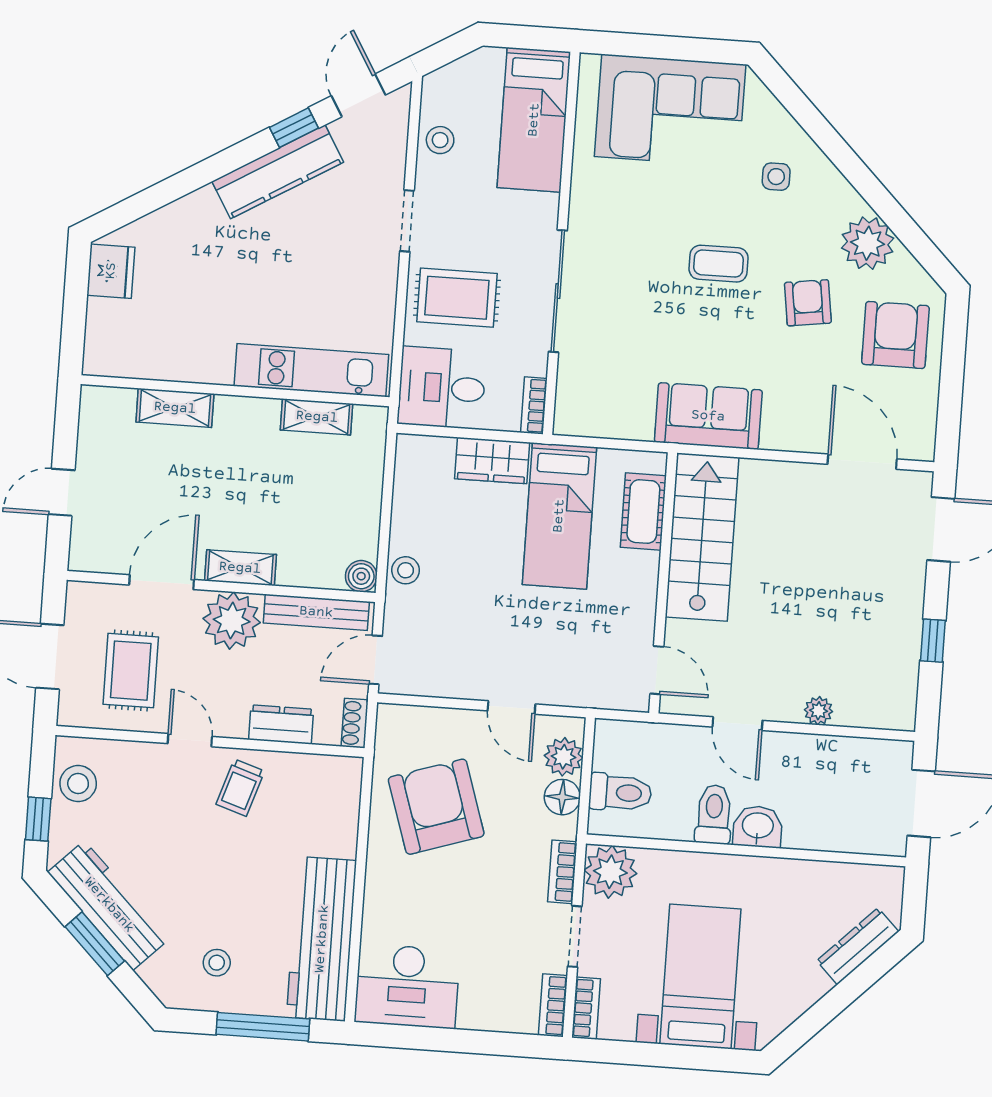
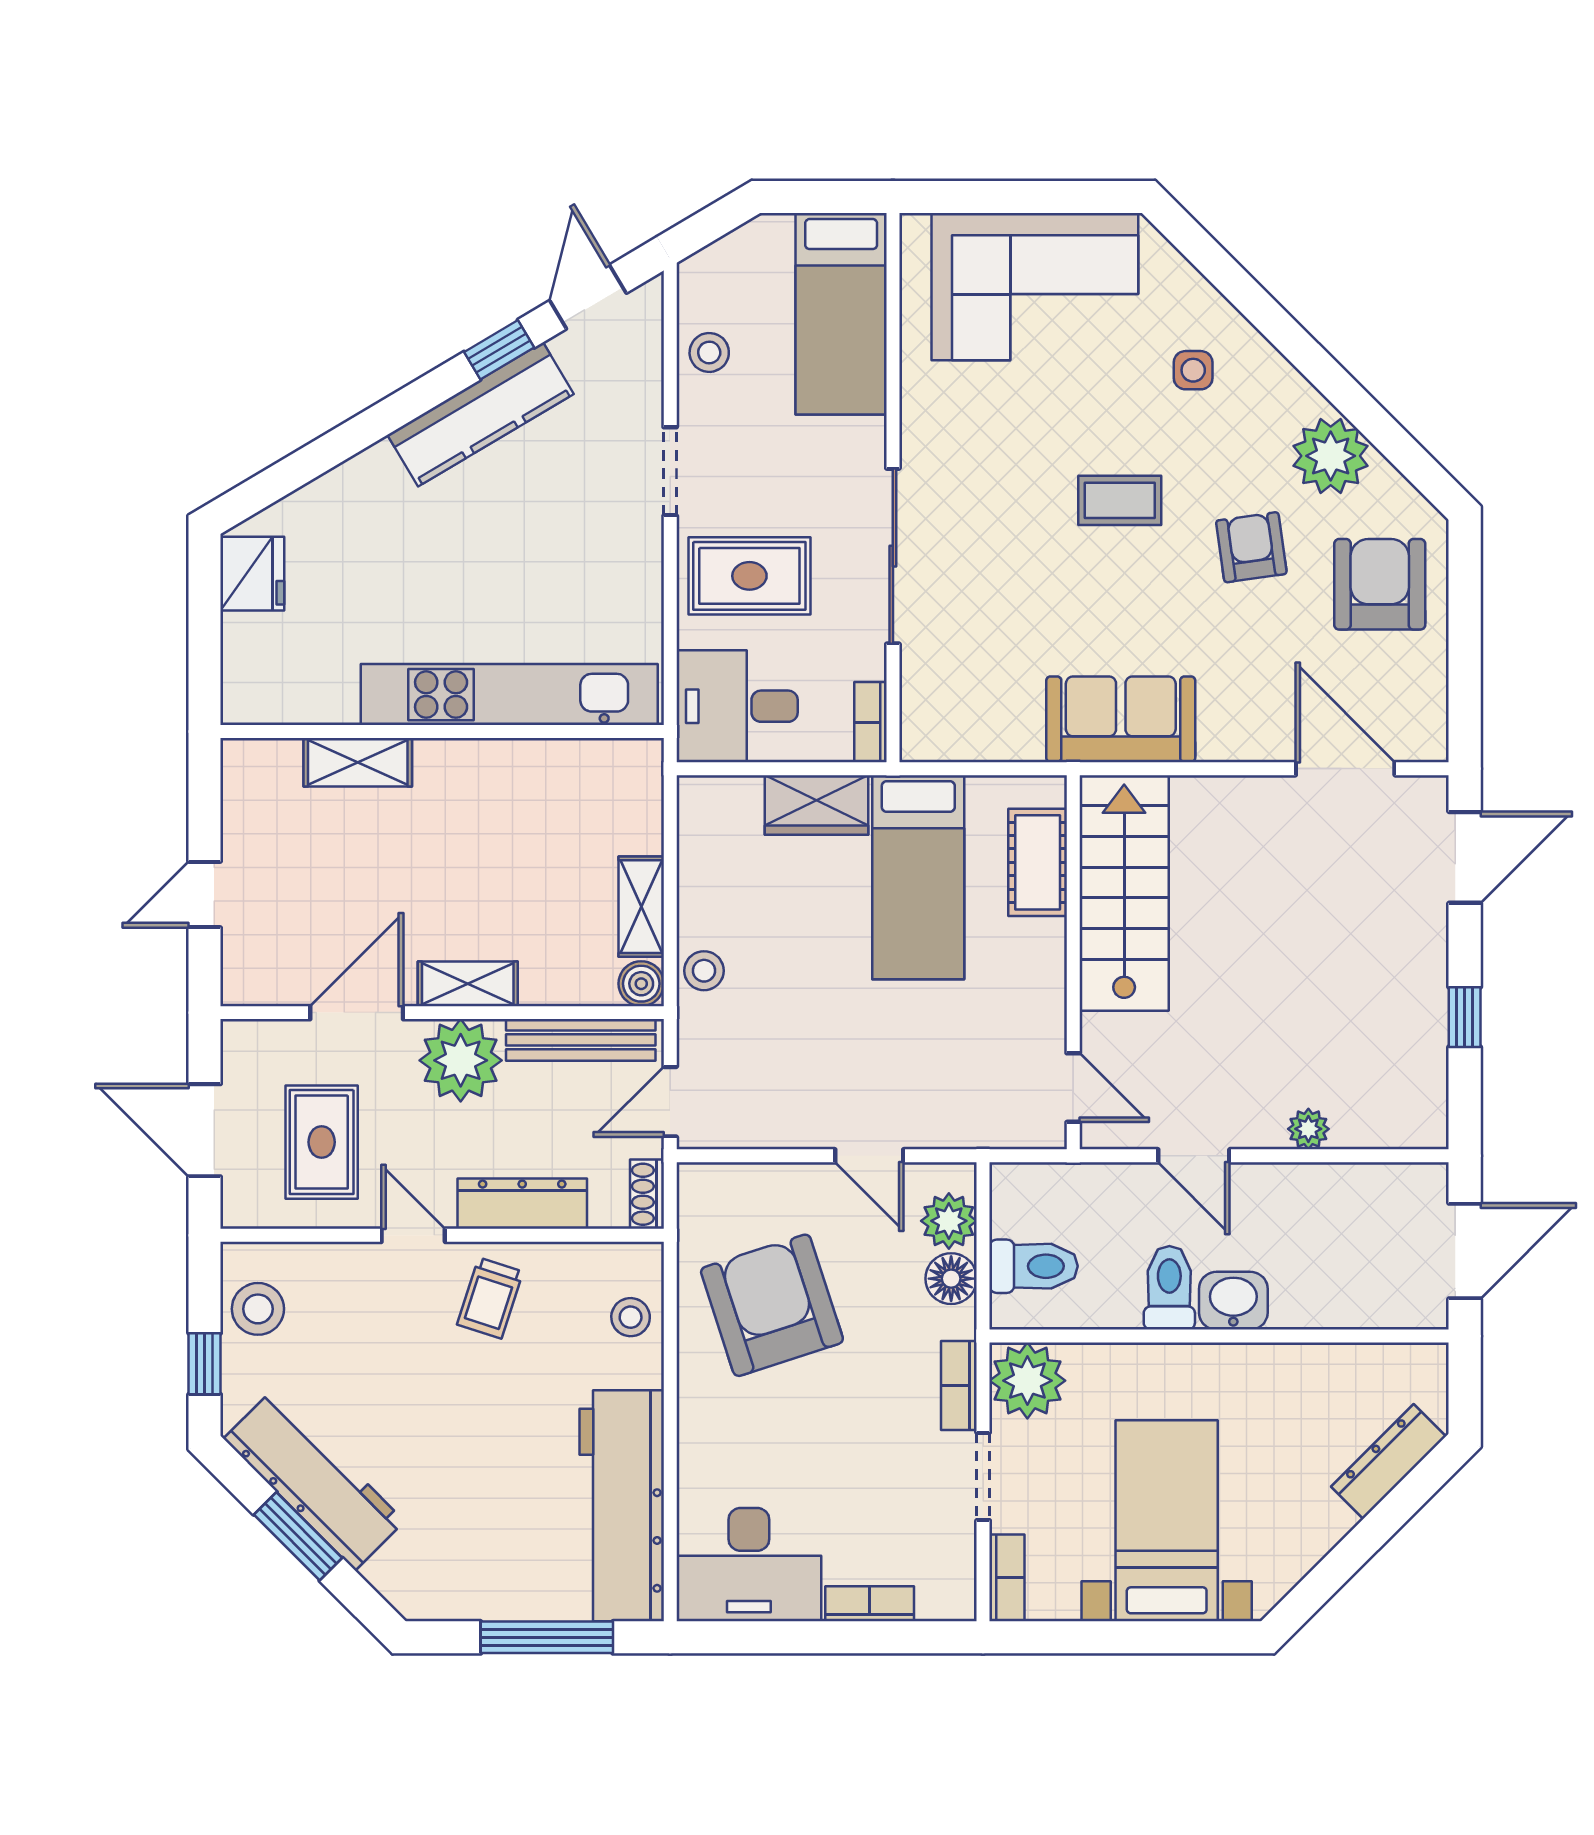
kitchen unit: (311, 370) -> (509, 695), width x1.36
shelving: (317, 417) -> (641, 907), moved, turned 90
dresser: (281, 724) -> (522, 1204), width x1.44
stool: (217, 963) -> (631, 1317), moved
bookcase: (553, 1005) -> (870, 1604), moved, turned 90

